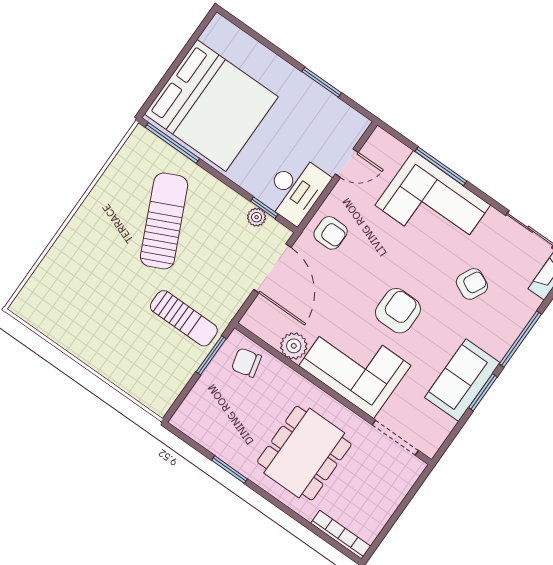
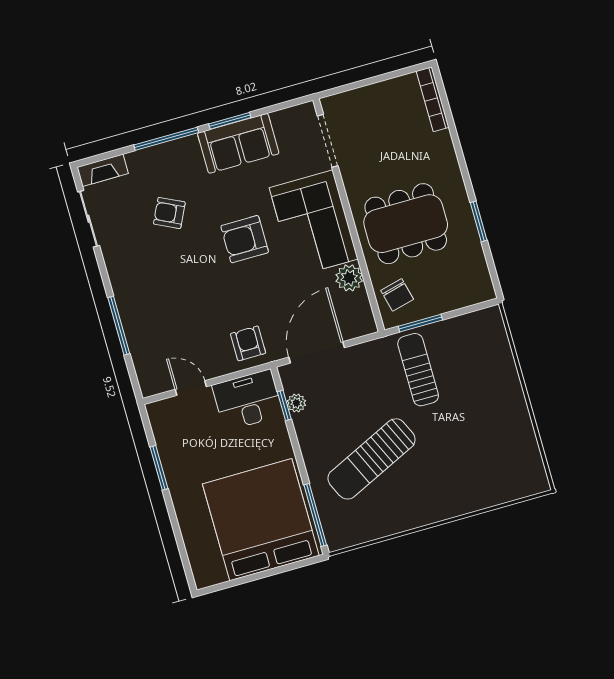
corner sofa: (433, 205) -> (150, 300), removed
dining table: (304, 453) -> (406, 224), moved

